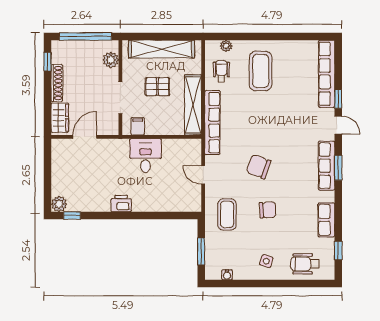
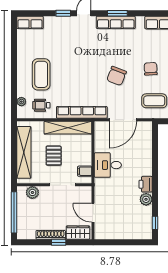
window: (48, 62) -> (59, 242), moved
coffee table: (261, 71) -> (41, 74), turned 90
row of seats: (327, 74) -> (30, 22), width x0.50
door: (203, 175) -> (123, 120), width x1.87
plant: (59, 204) -> (146, 199), moved

